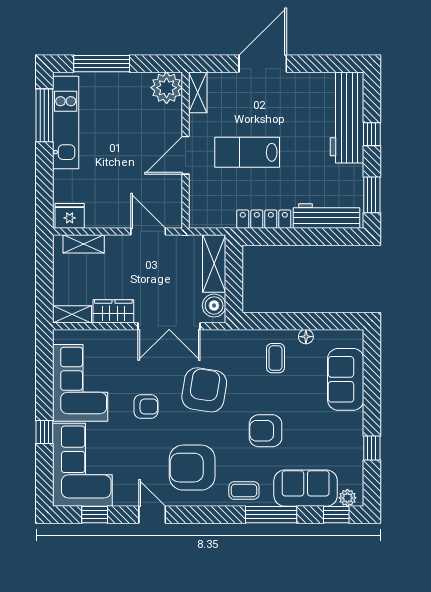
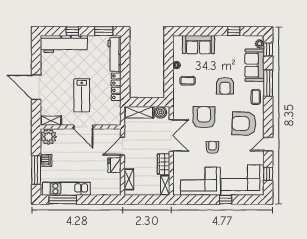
dishwasher: (121, 83) -> (46, 160), added
fridge: (70, 216) -> (114, 165), moved
armchair: (204, 390) -> (204, 117), turned 81
armchair: (192, 468) -> (244, 124), turned 92

